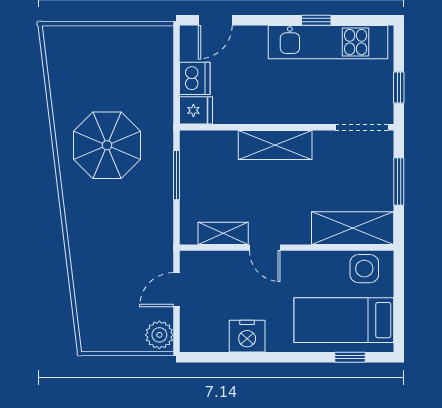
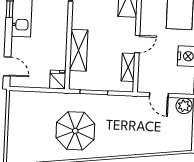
dishwasher: (195, 78) -> (40, 79), removed
shelving: (275, 145) -> (79, 50), moved

